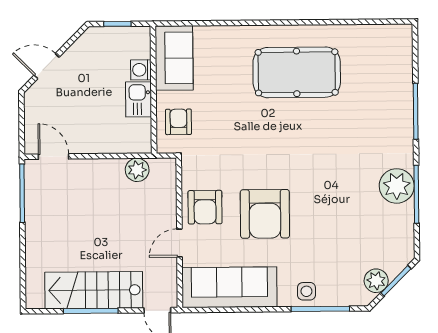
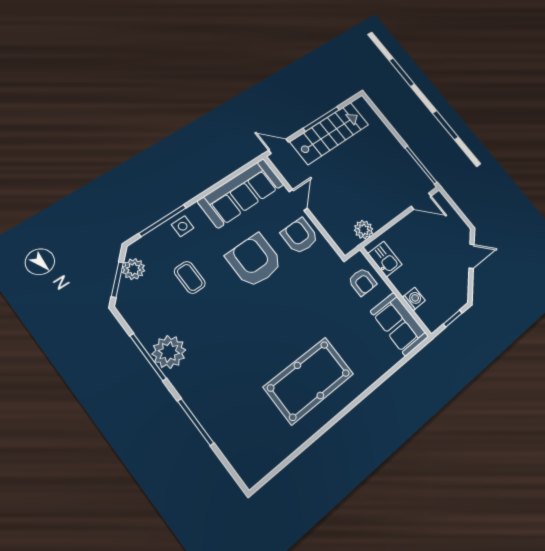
kitchen sink: (138, 99) -> (385, 259), moved
coffee table: (334, 239) -> (190, 277), added

